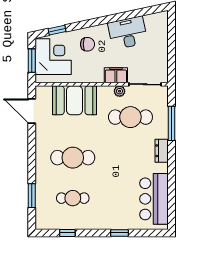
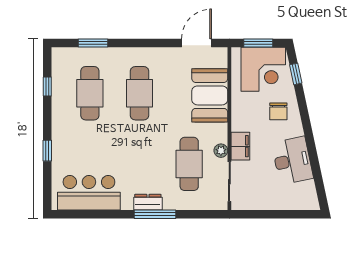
window: (172, 123) -> (155, 214), moved
cafe table: (73, 198) -> (90, 93), width x1.37, depth x1.35

